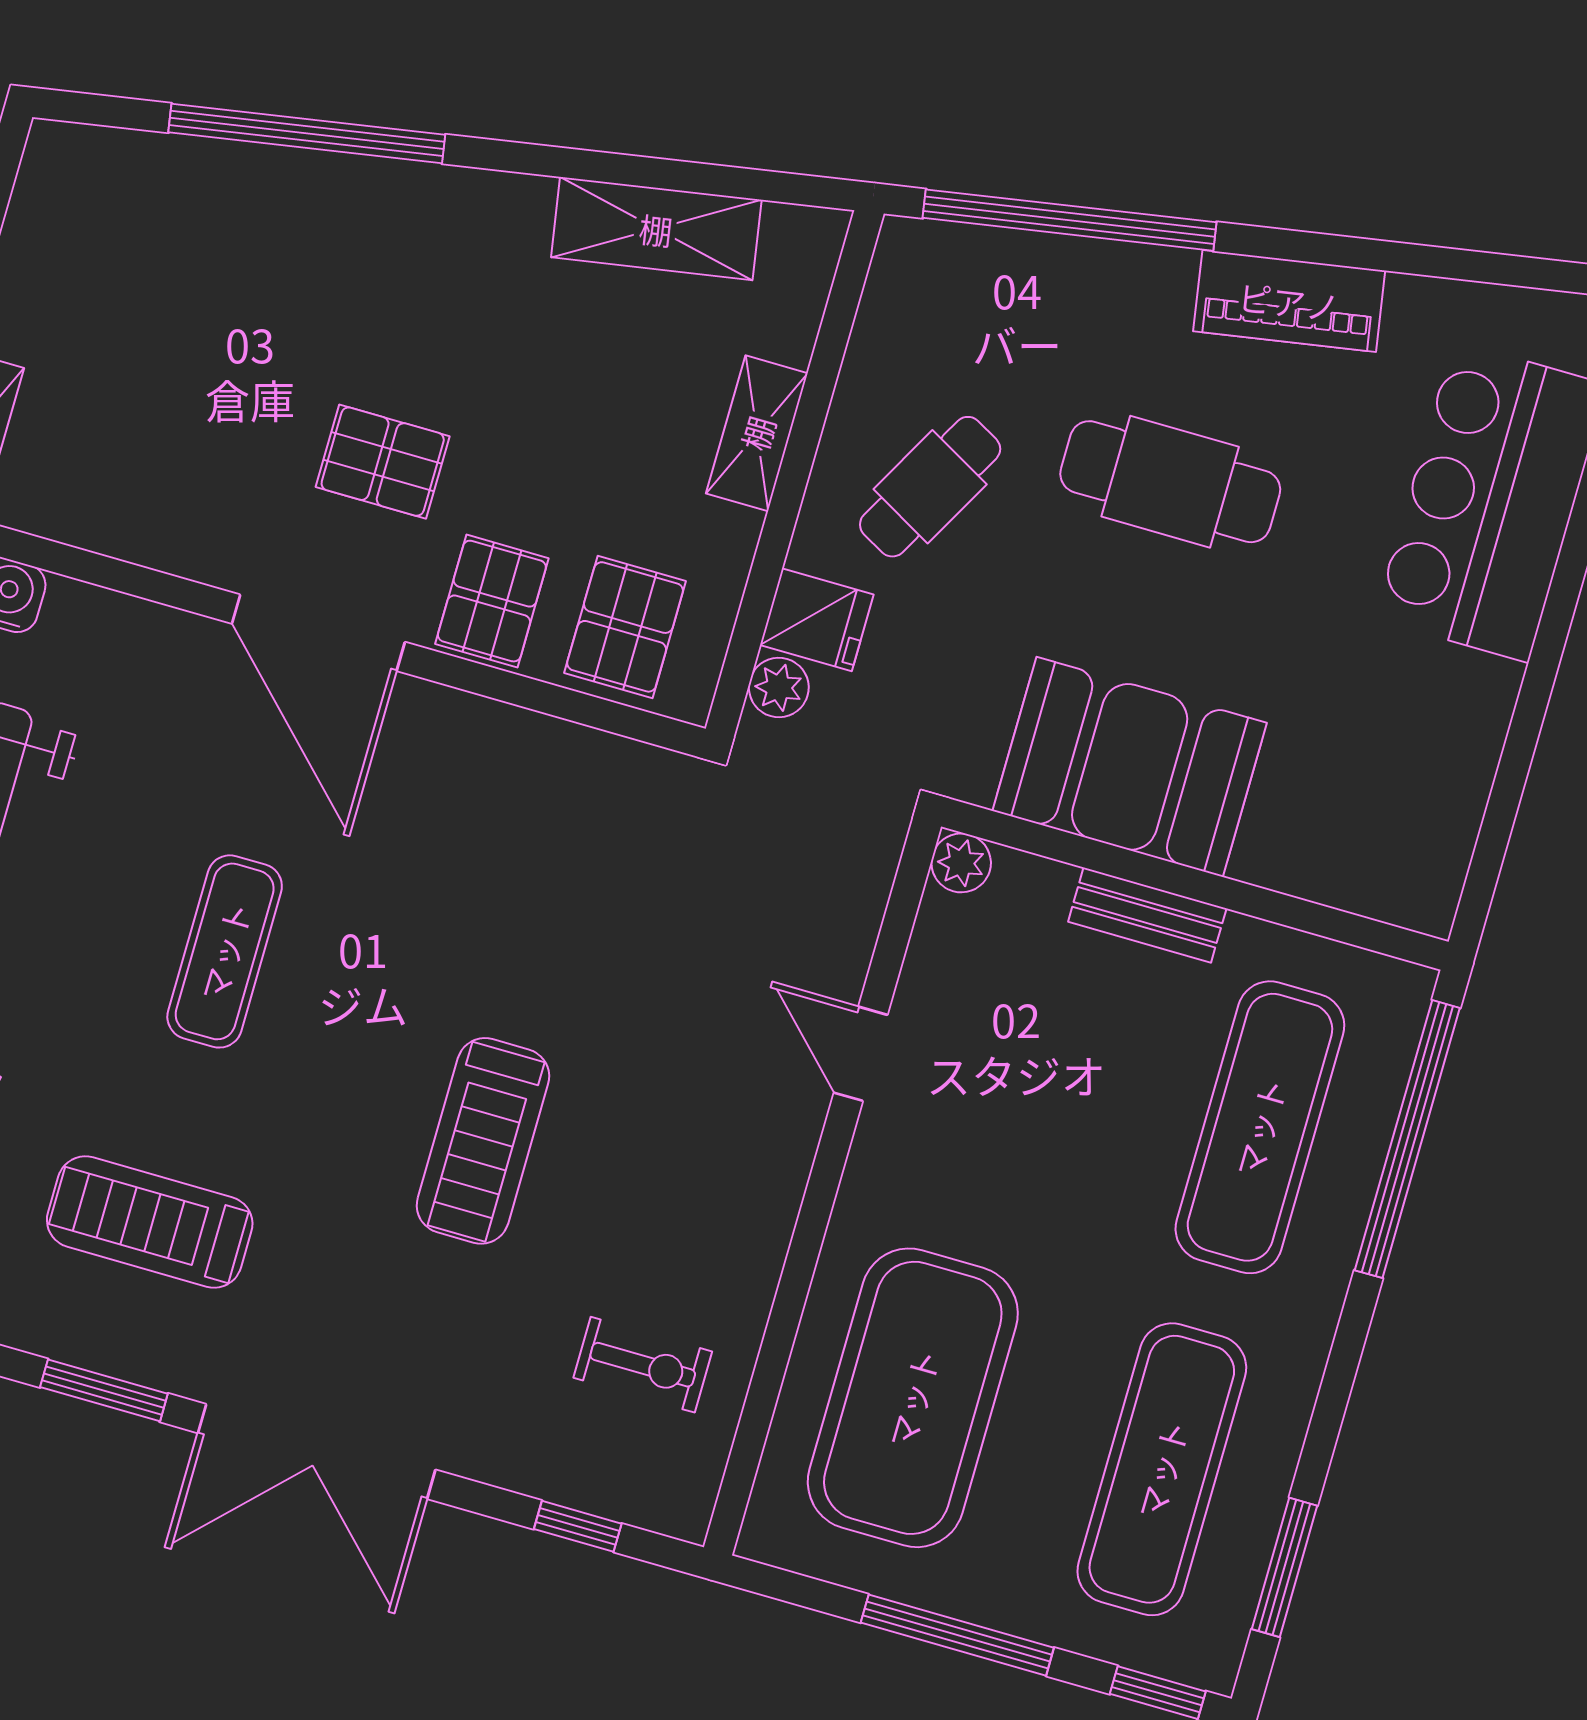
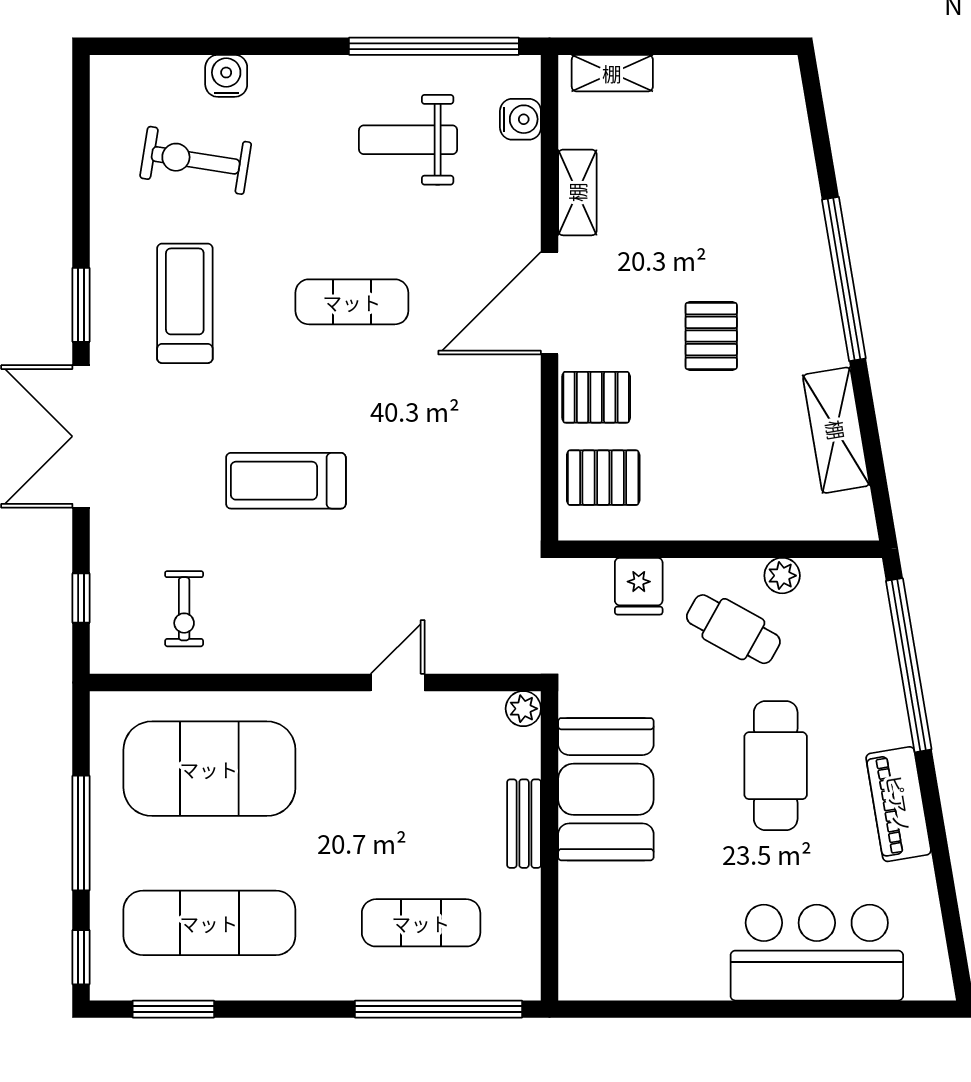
window: (307, 134) -> (844, 279), moved
shelving: (757, 433) -> (577, 192), moved, turned 90
pallet: (383, 462) -> (711, 336), moved
plant: (779, 687) -> (782, 576), moved
exercise mat: (1260, 1127) -> (421, 923), width x0.73, depth x0.69

